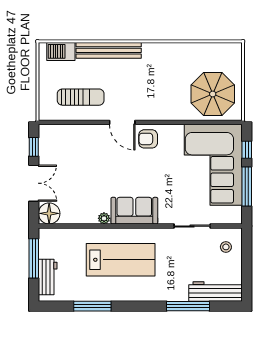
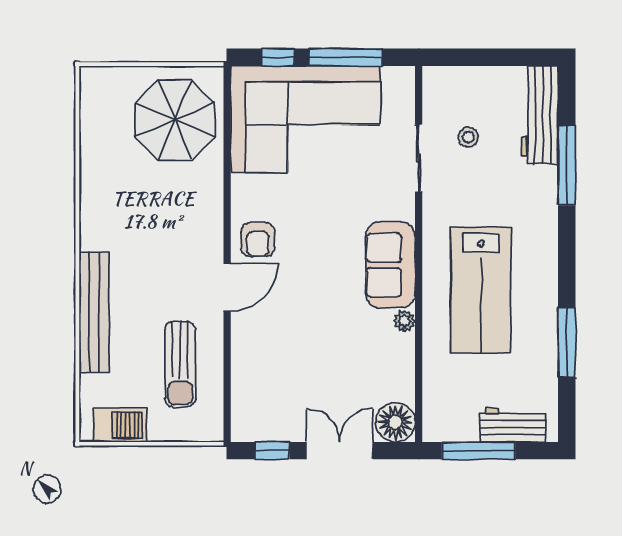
barbecue: (61, 51) -> (120, 425), moved, turned -90
sun lounger: (81, 97) -> (180, 364), turned 180
stool: (226, 247) -> (468, 137), moved
lab bench: (121, 260) -> (481, 290), turned 180

